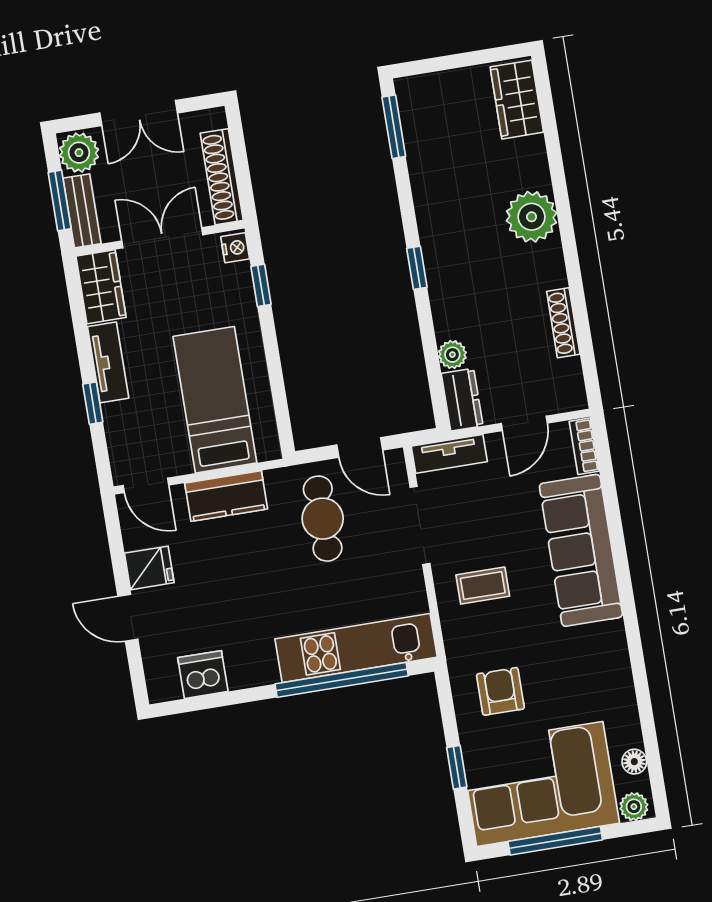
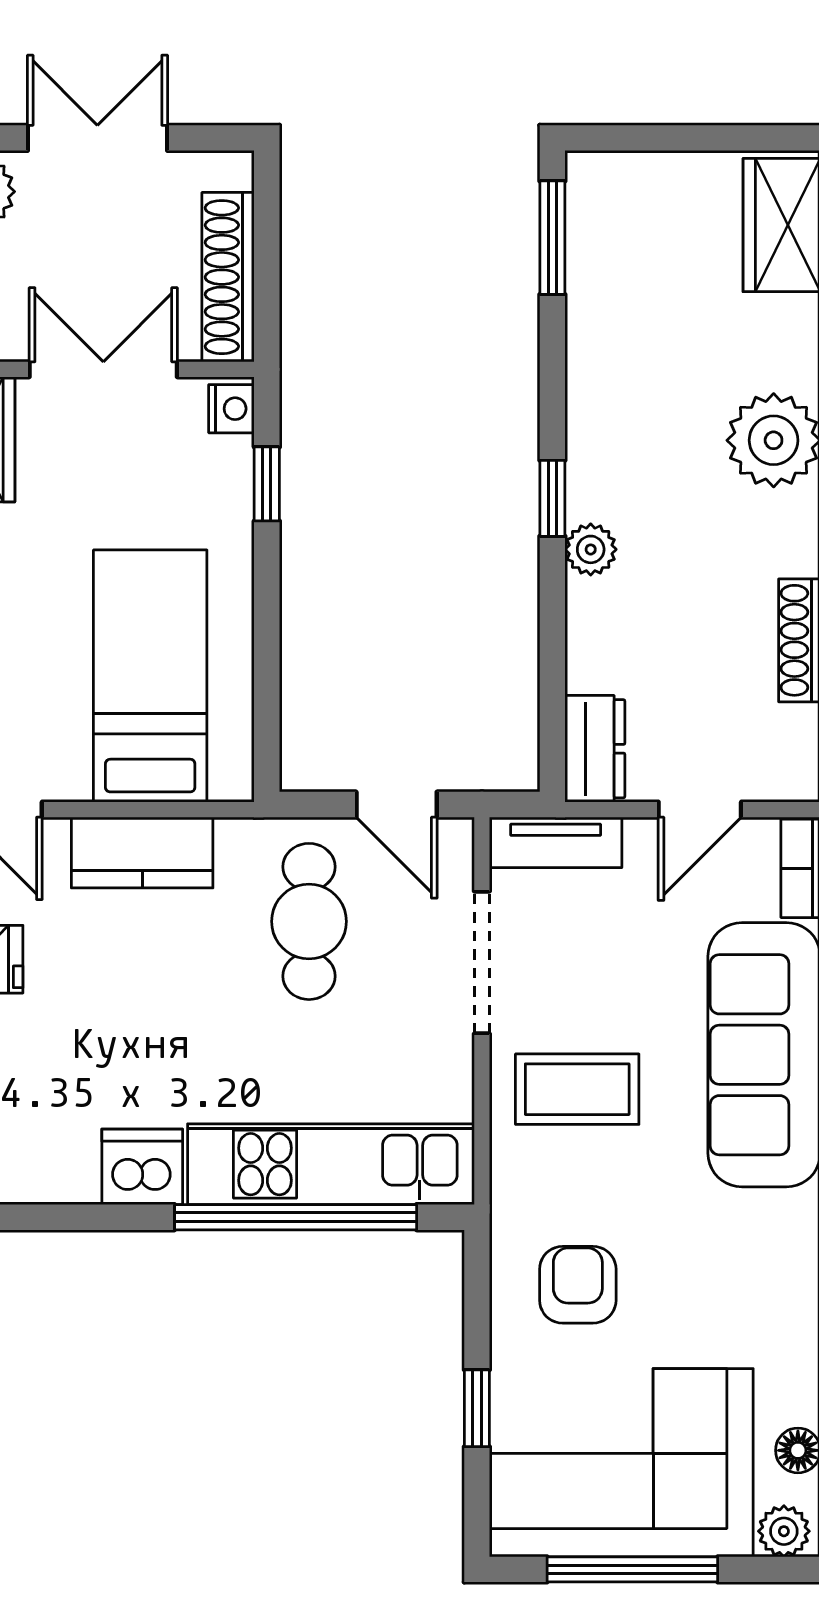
double door: (139, 113) -> (97, 138), swing flipped
plant: (452, 355) -> (591, 549), moved
coffee table: (483, 586) -> (577, 1089), width x1.36, depth x1.30
dishwasher: (203, 675) -> (142, 1167), moved

